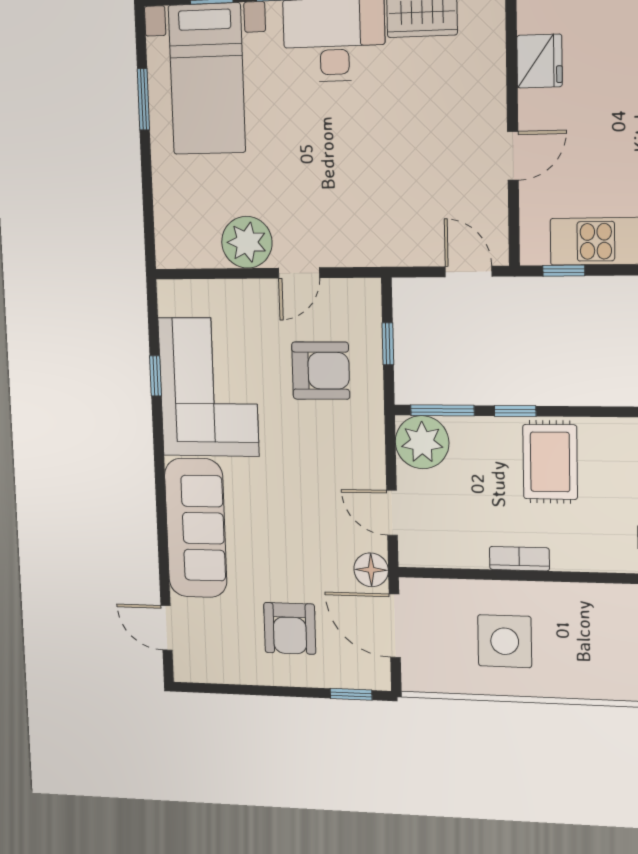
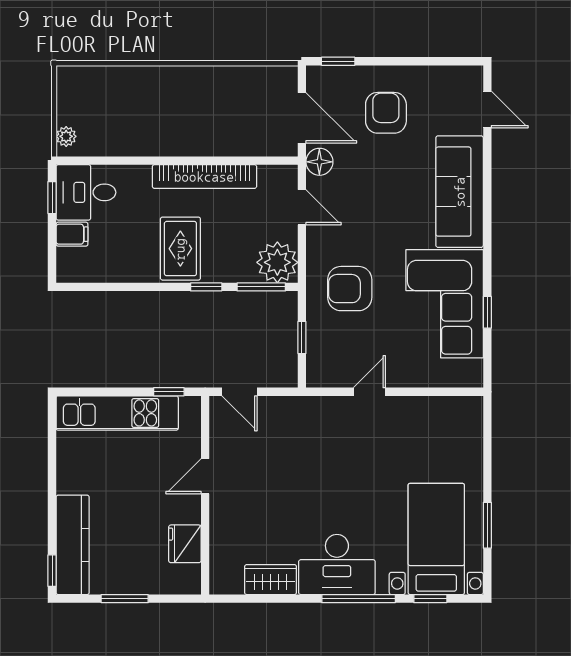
plant: (247, 242) -> (410, 416), removed
armchair: (321, 371) -> (350, 289), moved
bookcase: (519, 559) -> (204, 177), width x2.31, depth x1.31
side table: (505, 641) -> (217, 109), removed

